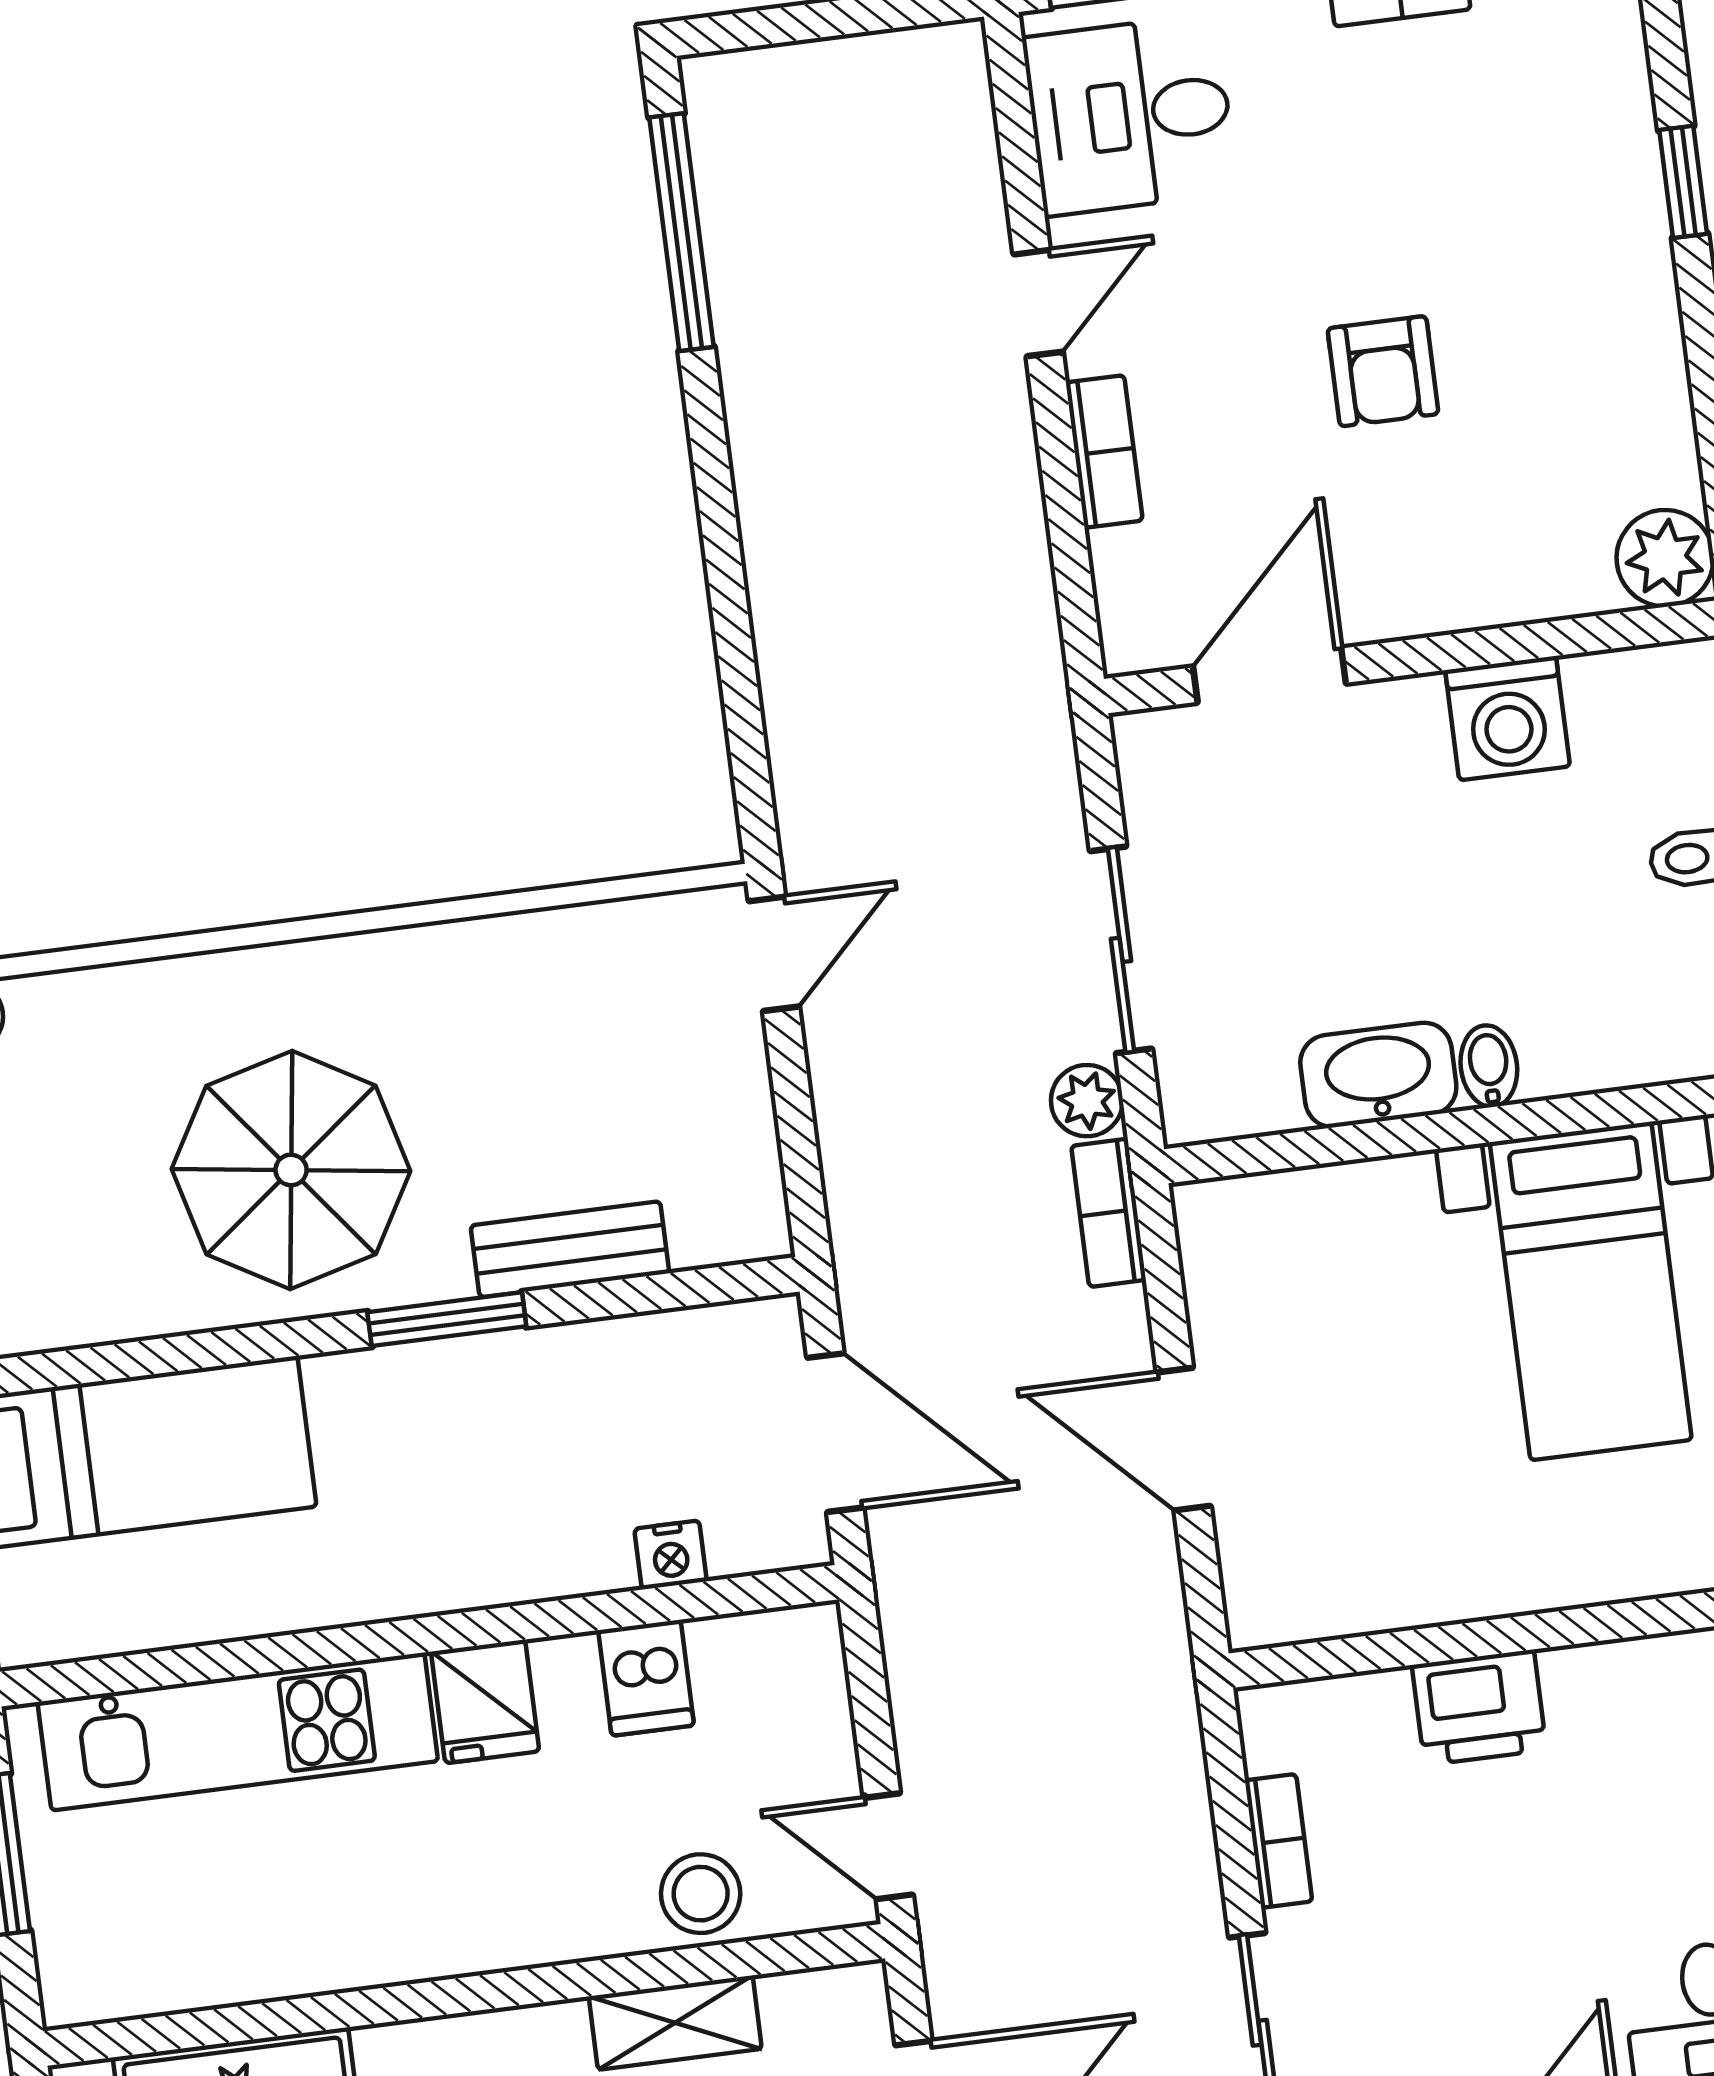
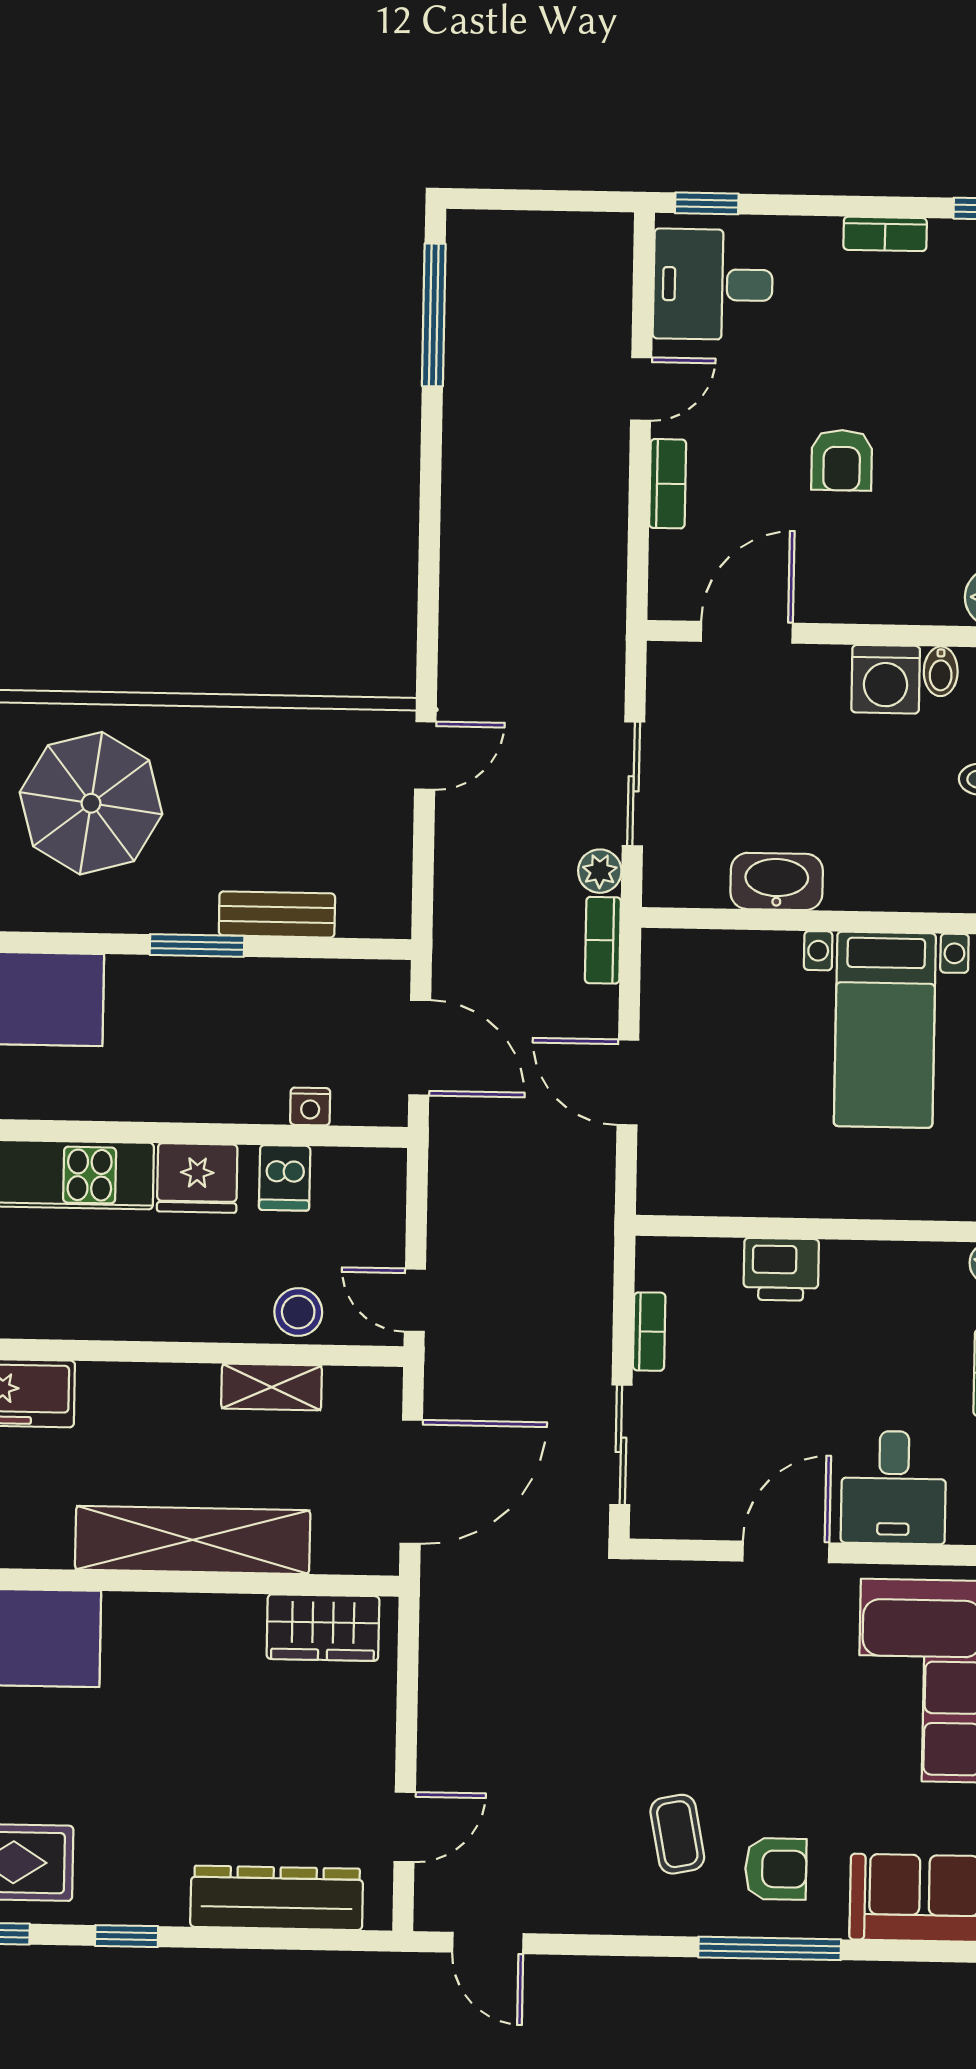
bidet: (1489, 1066) -> (941, 671), moved, turned 180
parasol: (291, 1170) -> (91, 803), moved
fridge: (485, 1701) -> (197, 1178), width x1.38

